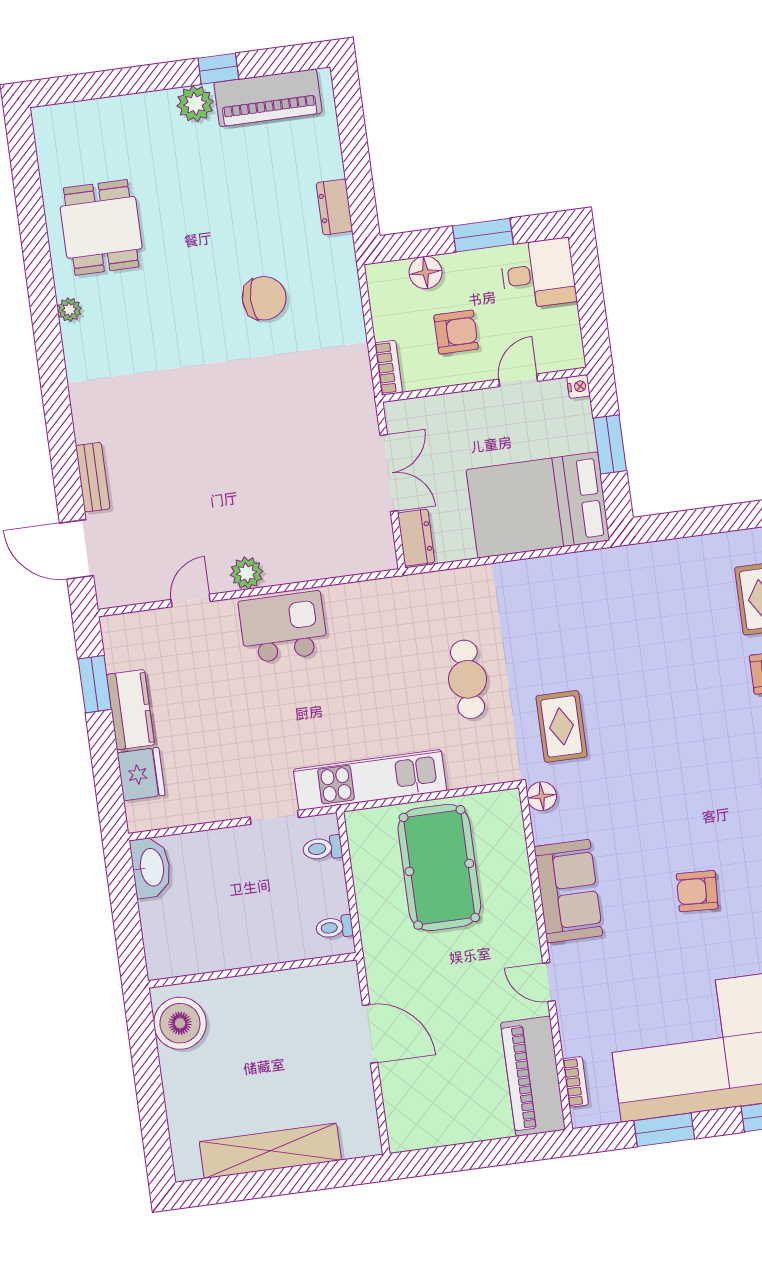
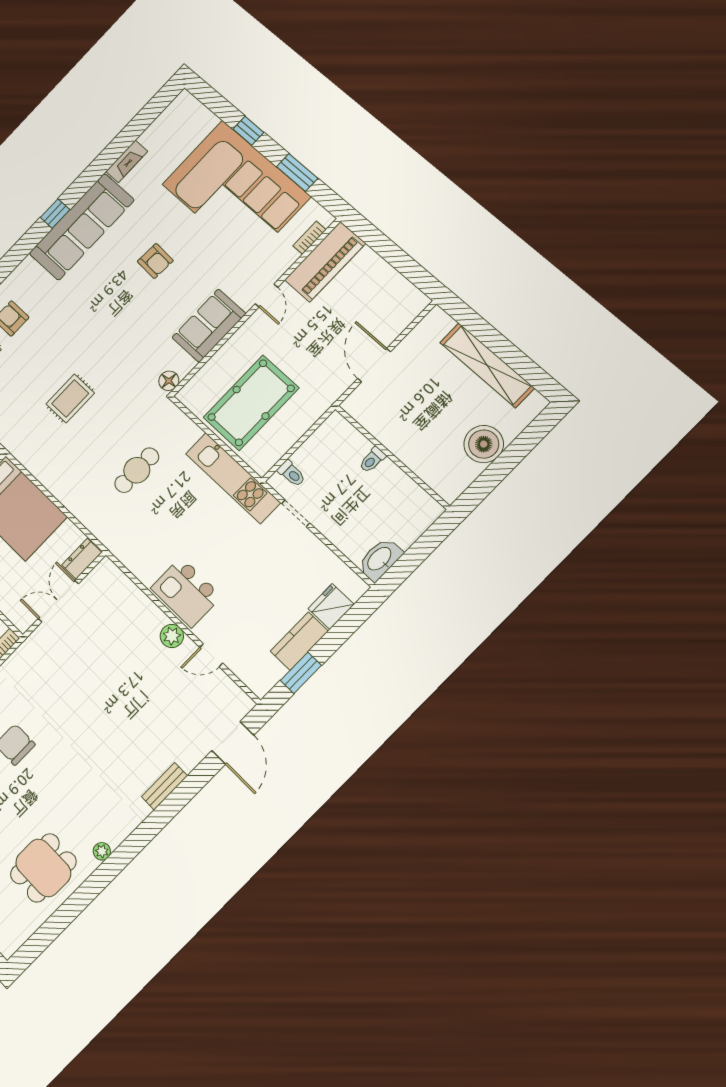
bench: (93, 477) -> (164, 786), moved
rug: (561, 726) -> (70, 399), moved
toilet: (334, 927) -> (372, 460), moved, turned 90
boiler: (180, 1023) -> (484, 444), moved

